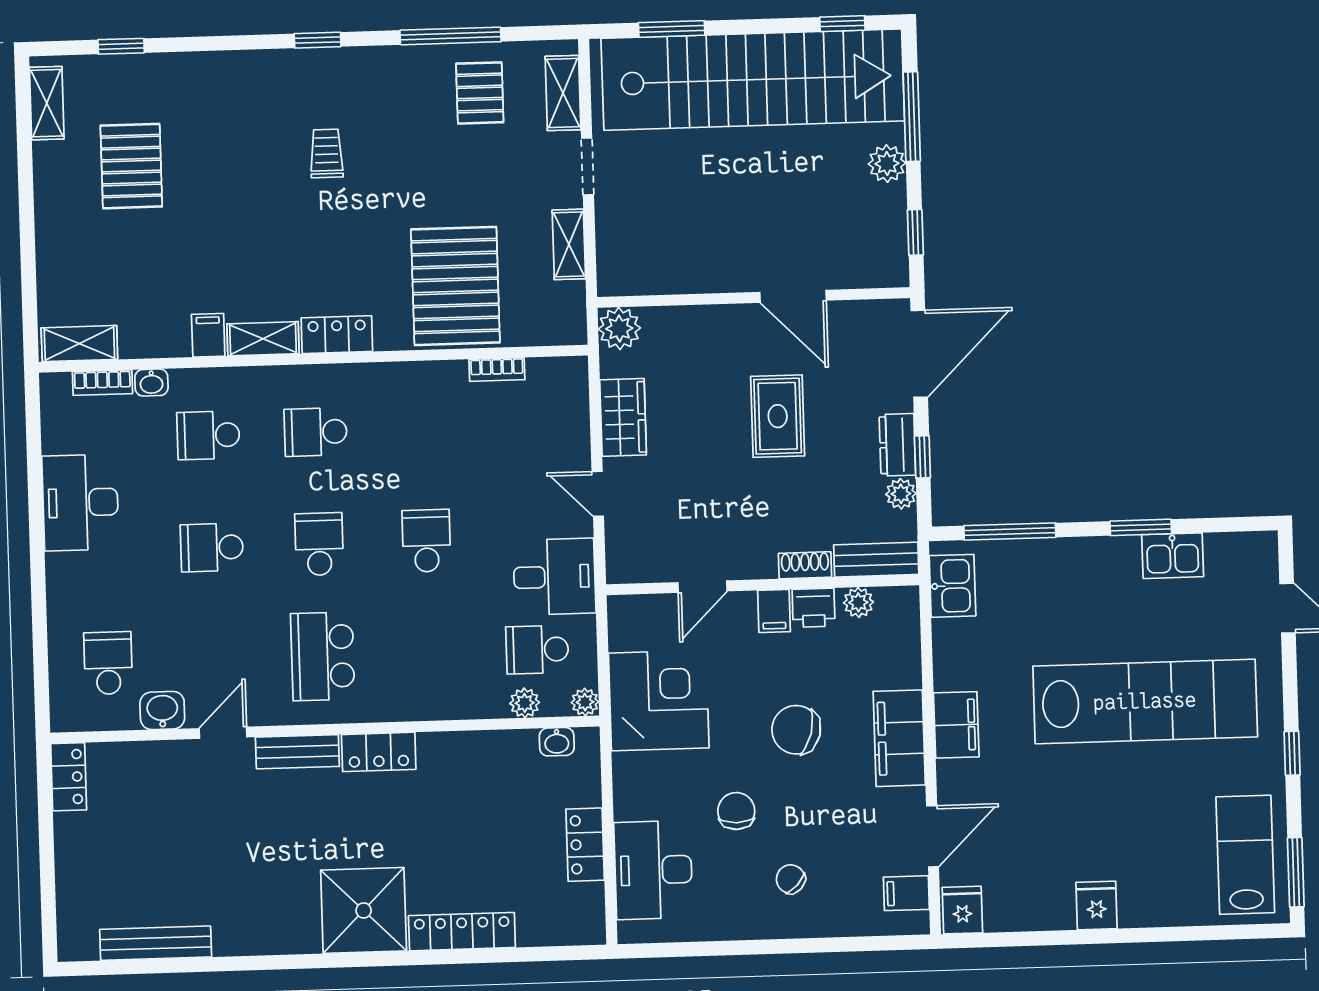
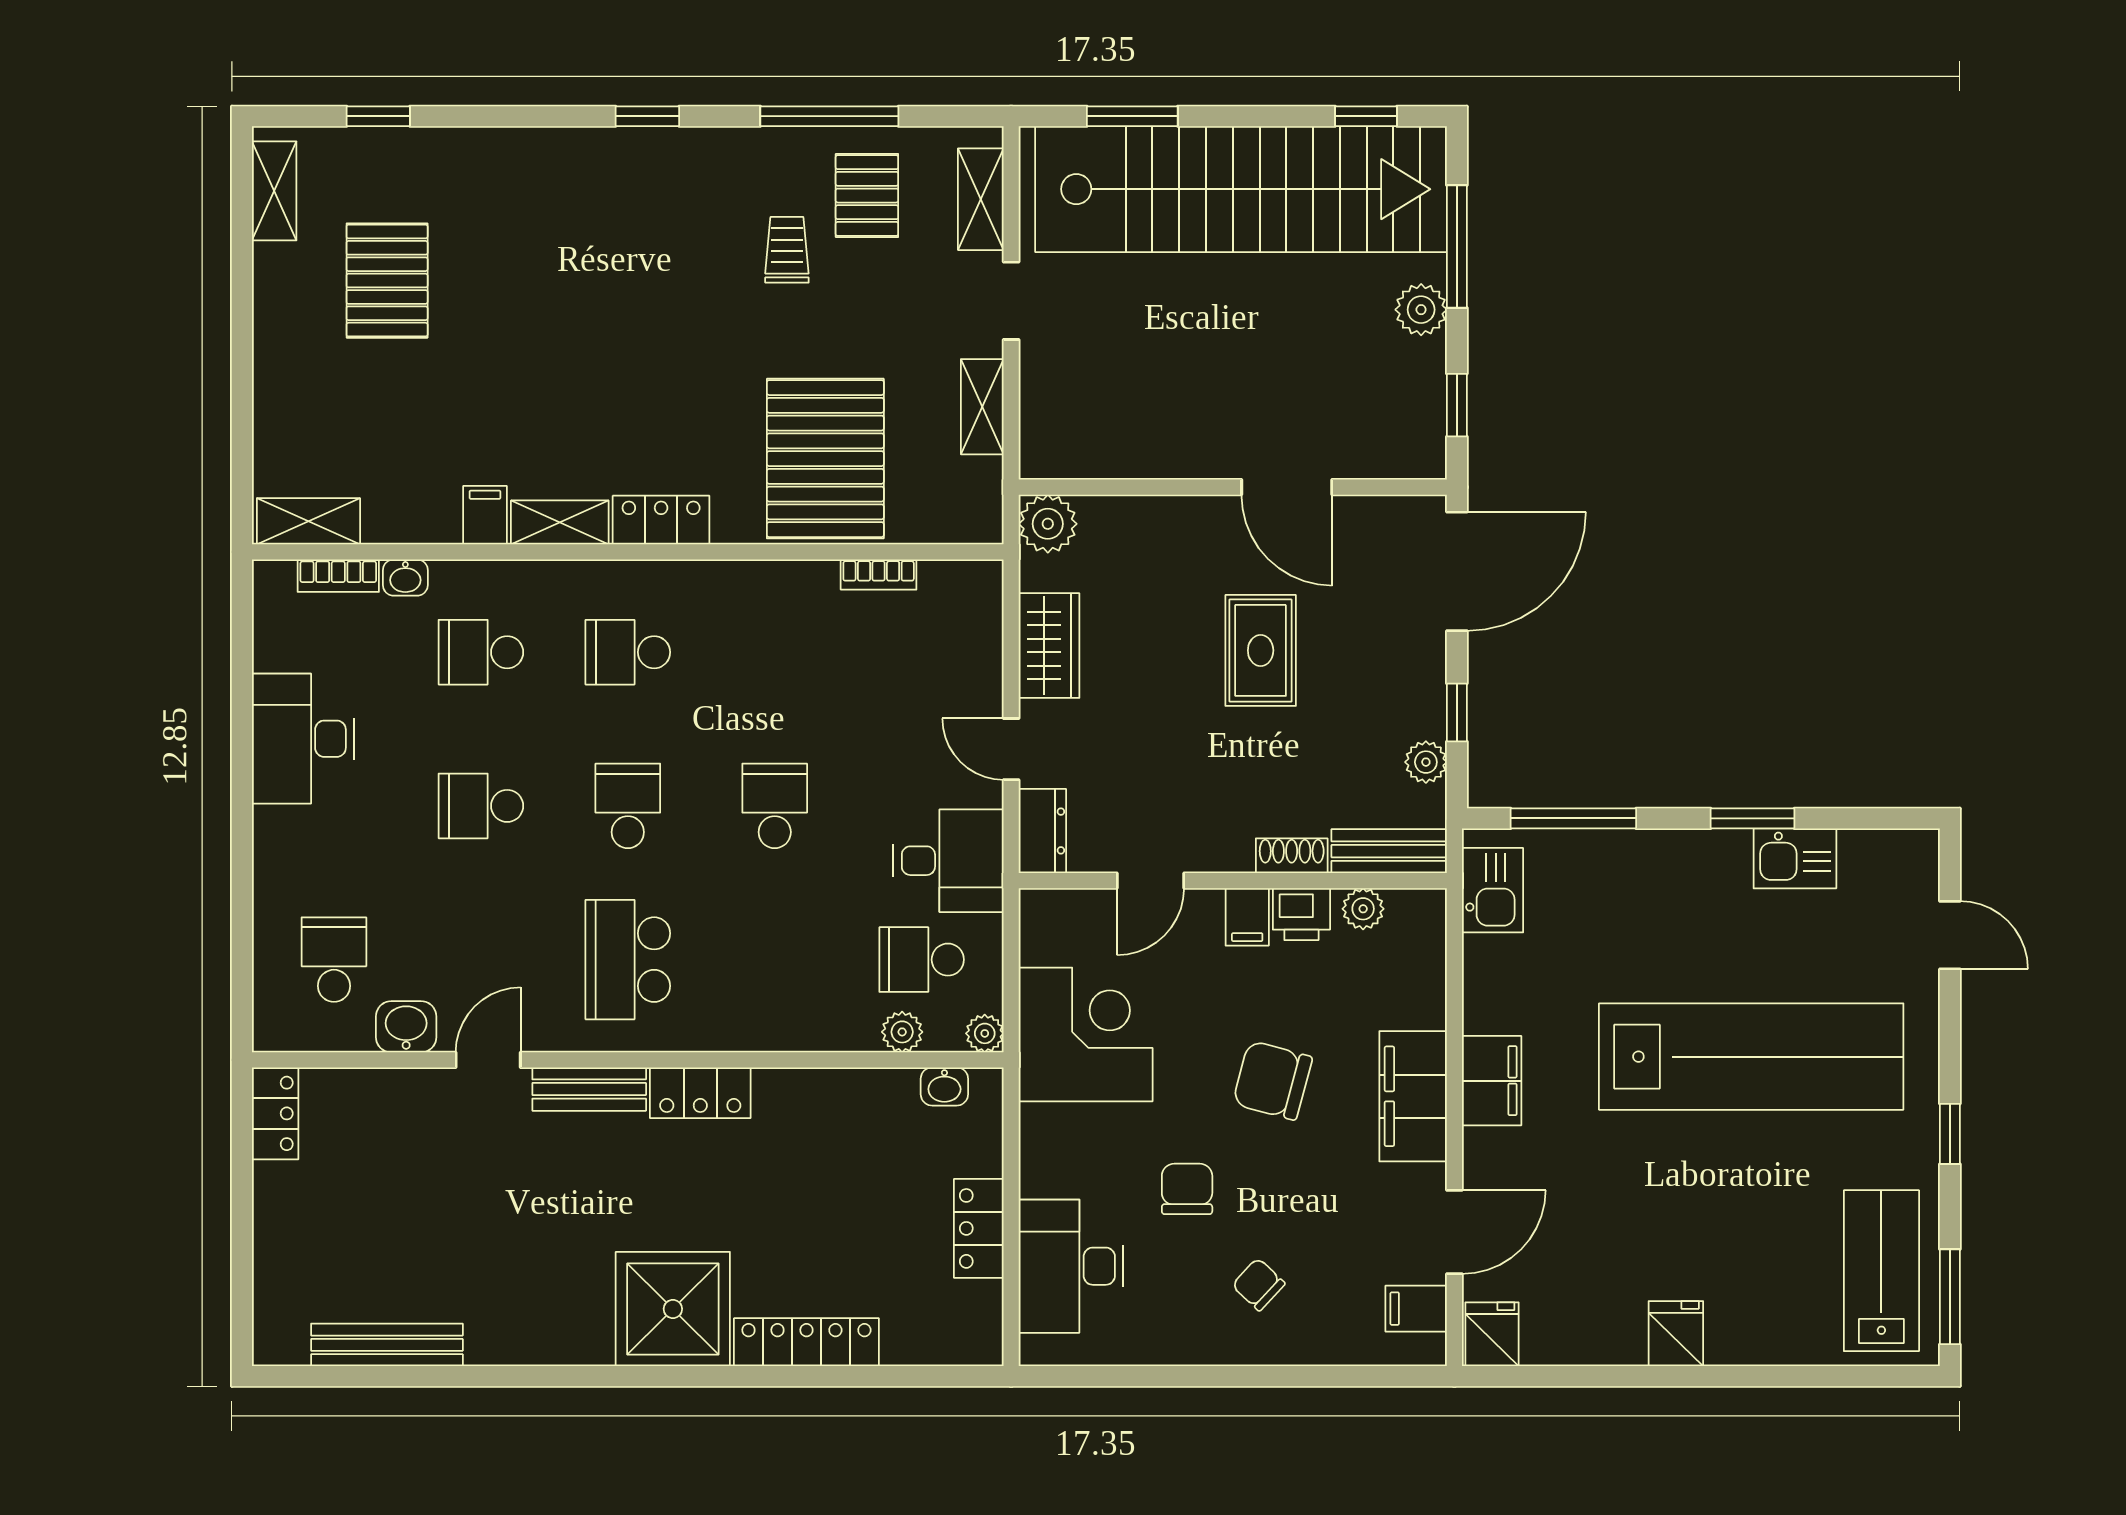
trolley: (327, 153) -> (787, 250), moved
dresser: (897, 445) -> (1042, 831), moved, turned 180

